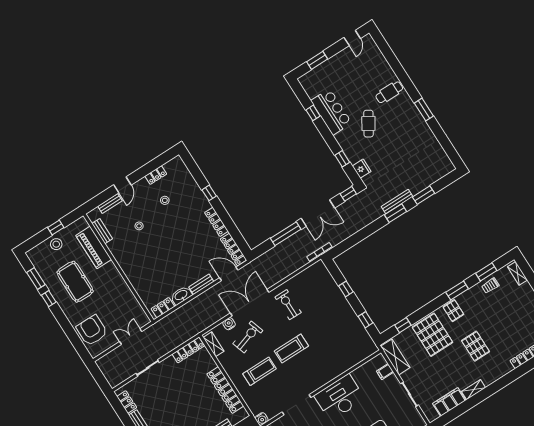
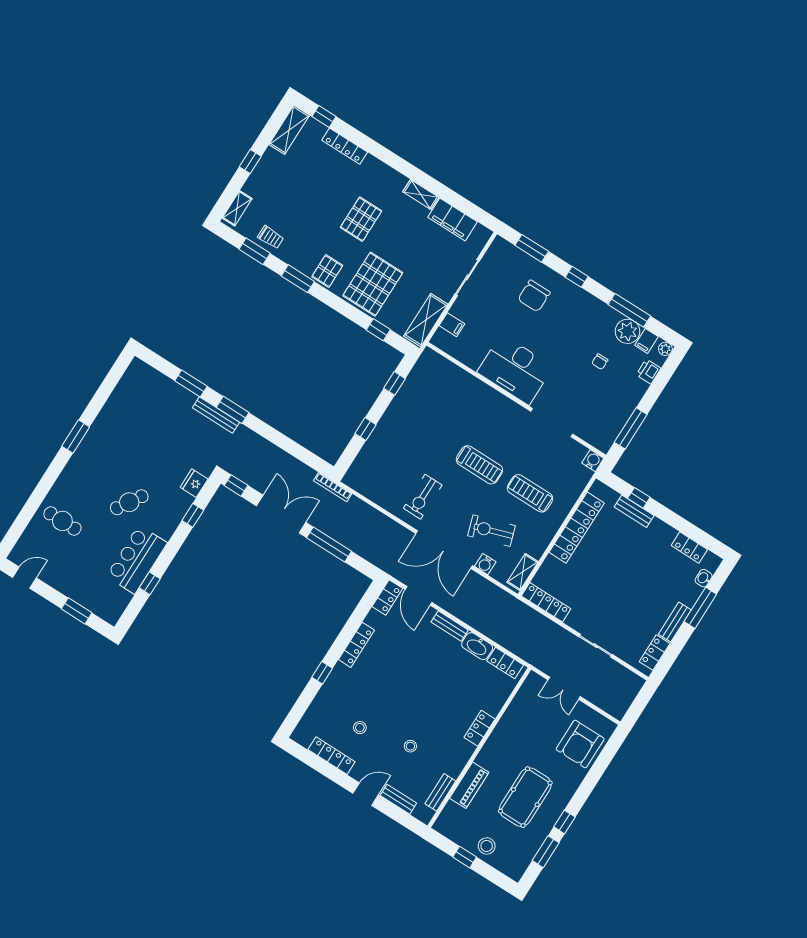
cafe table: (389, 92) -> (62, 521), moved
locker: (156, 175) -> (331, 756), width x1.53
piano: (94, 247) -> (469, 785), width x0.73, depth x0.75
locker: (233, 250) -> (387, 597), width x0.66
locker: (130, 273) -> (480, 728), added

